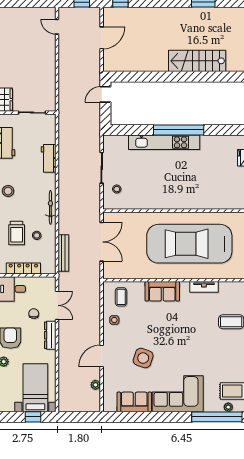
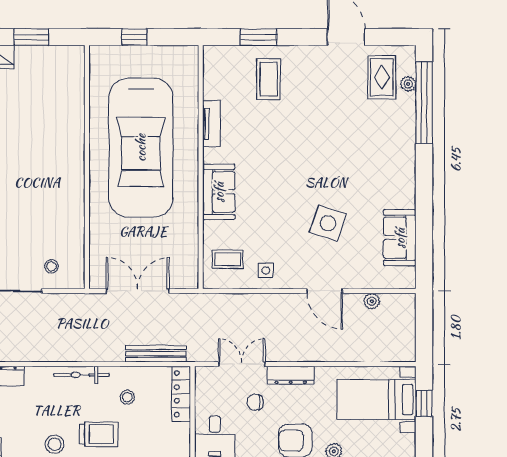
trolley: (17, 233) -> (99, 434), moved
locker: (23, 268) -> (181, 394), moved
corner sofa: (178, 394) -> (386, 167), removed

